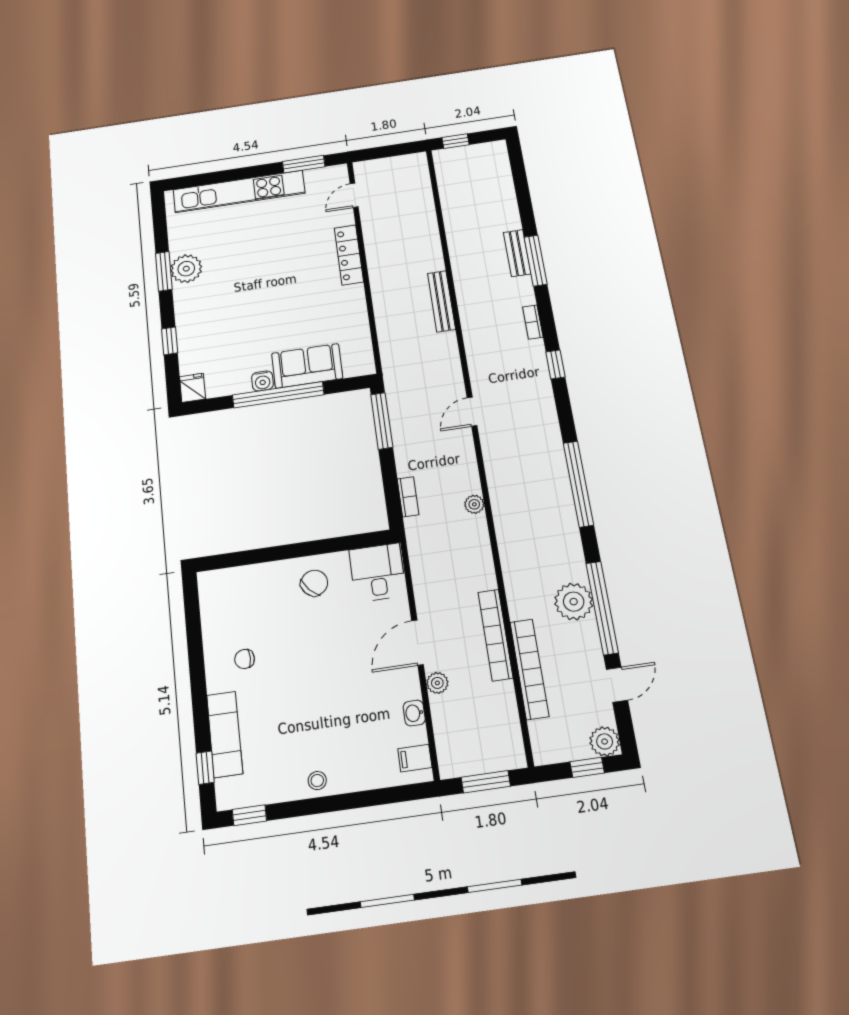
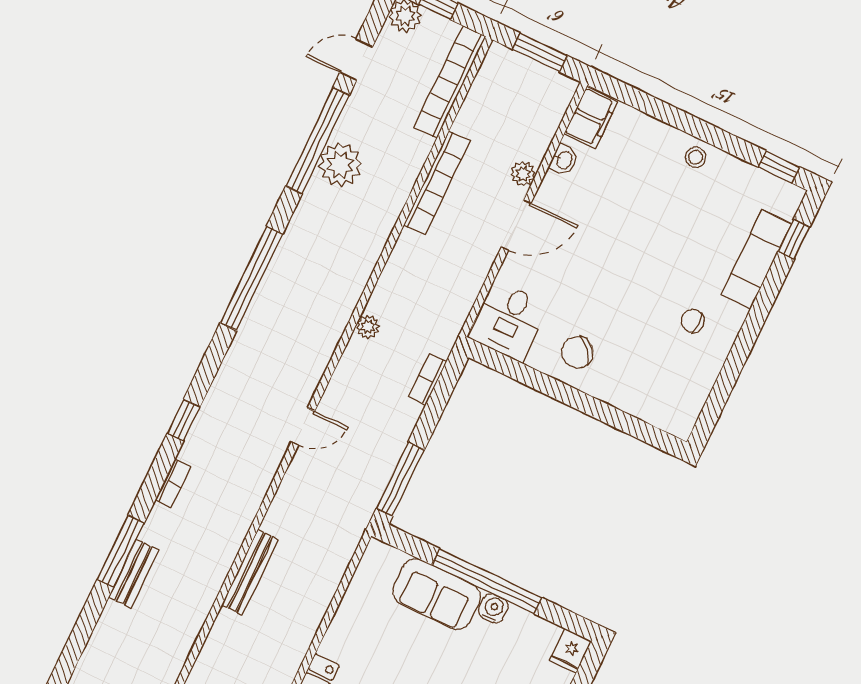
chair: (245, 659) -> (693, 321), turned 180
bookcase: (529, 669) -> (450, 82), moved
filing cabinet: (415, 758) -> (591, 117), width x2.00

